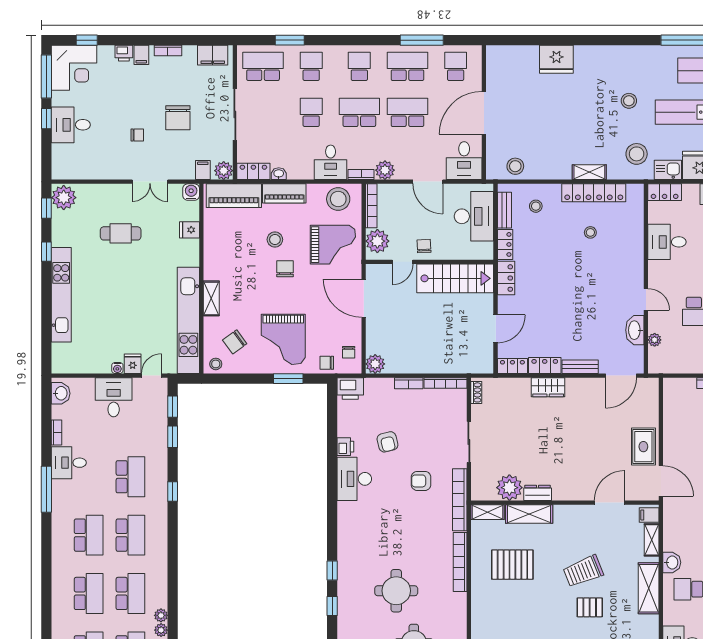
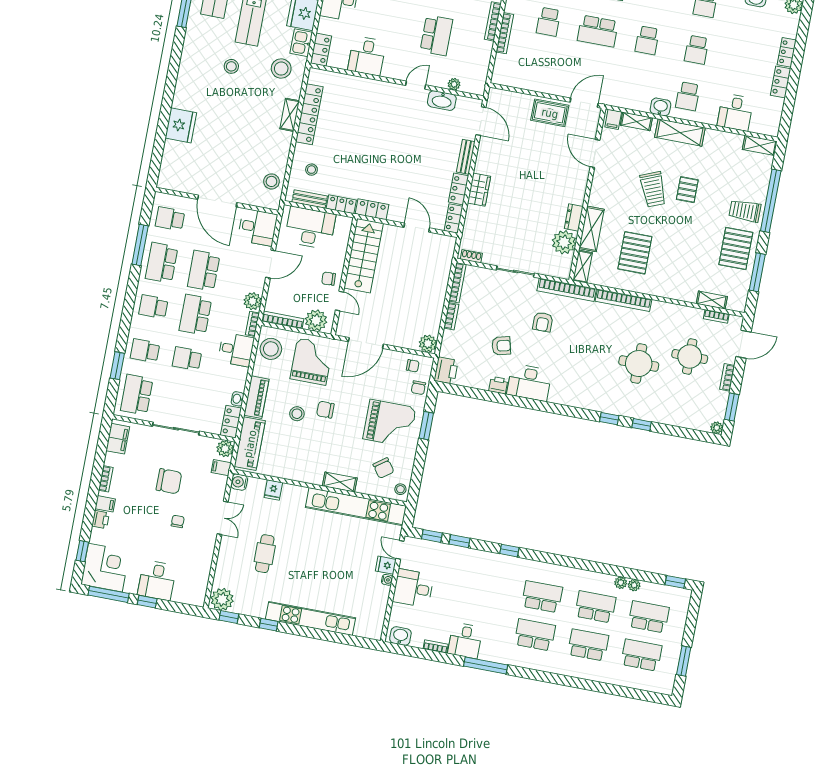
stool: (590, 232) -> (345, 124), removed
school desk: (130, 477) -> (489, 587), removed

